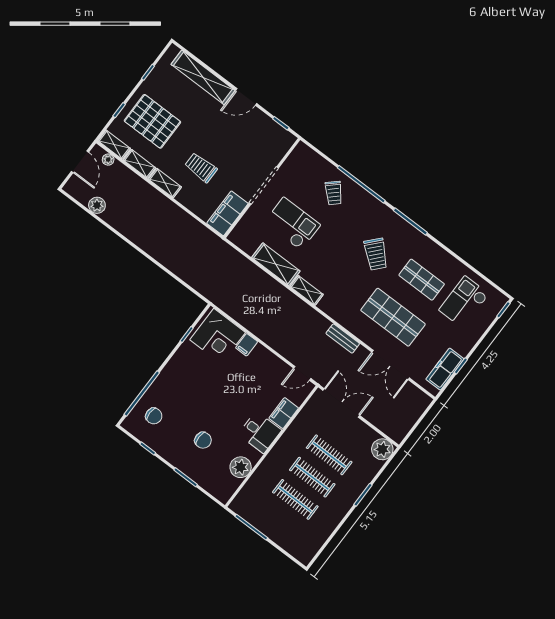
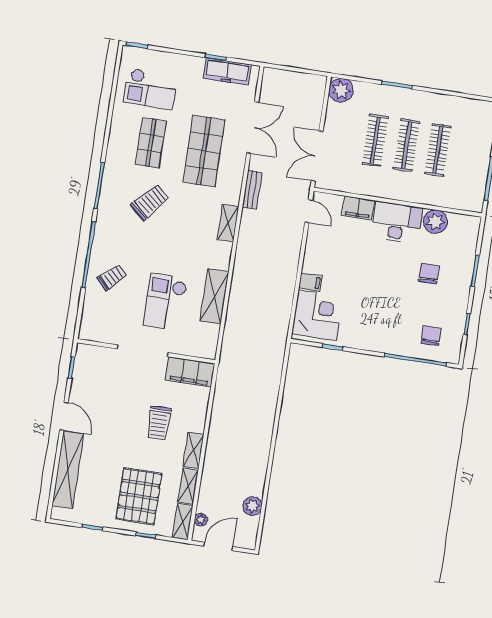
shelving: (307, 290) -> (228, 223), moved
desk: (260, 432) -> (396, 222), width x1.37

